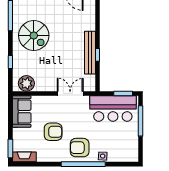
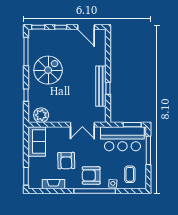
spiral stairs: (34, 35) -> (48, 70), turned -90
double door: (70, 93) -> (82, 125), swing flipped
armchair: (53, 132) -> (66, 161), turned 89
coffee table: (121, 146) -> (130, 174), added
fireplace: (24, 157) -> (54, 184), moved

